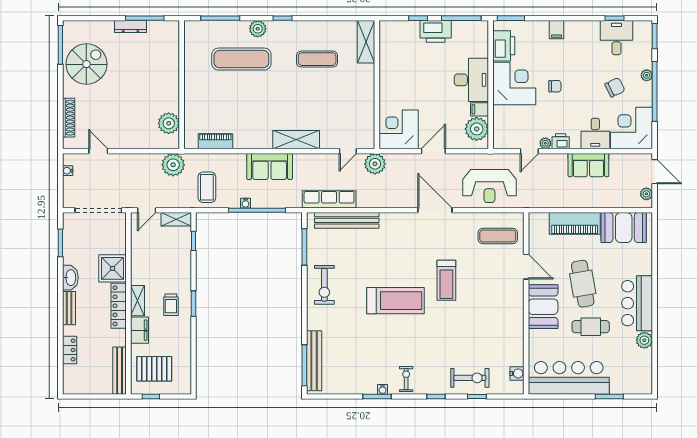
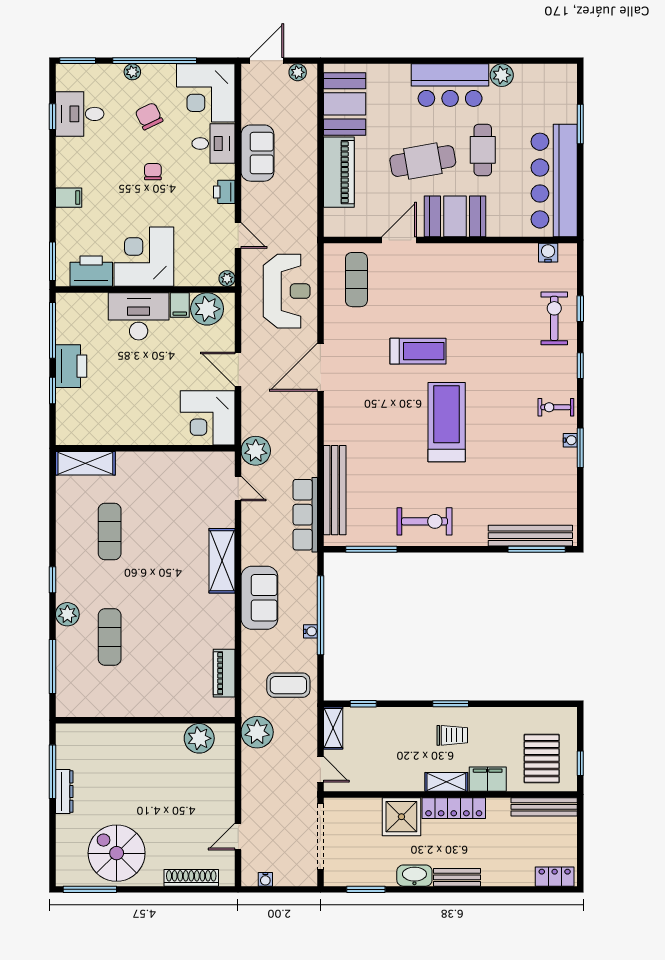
exercise mat: (241, 59) -> (110, 637), width x0.73, depth x0.69
chair: (555, 86) -> (153, 172), moved
plant: (545, 143) -> (227, 278), moved
locker: (70, 350) -> (555, 877), moved

